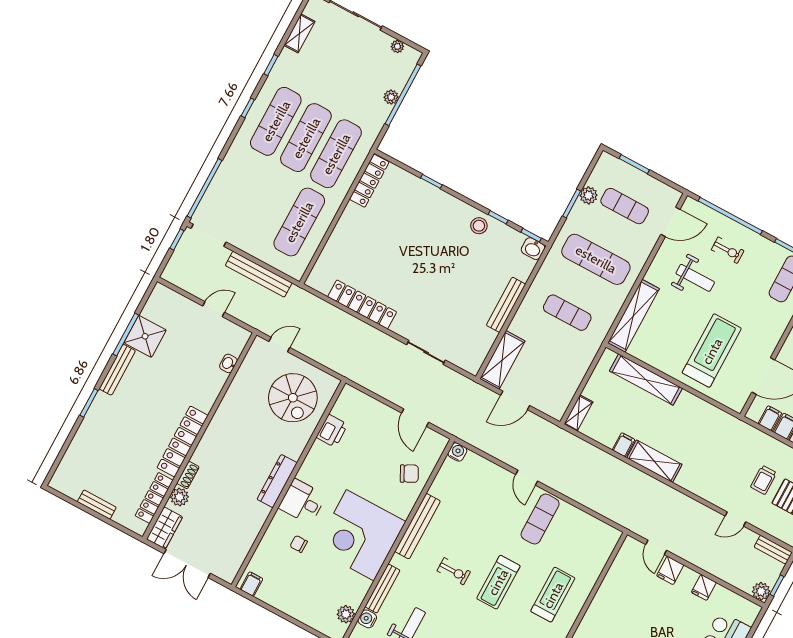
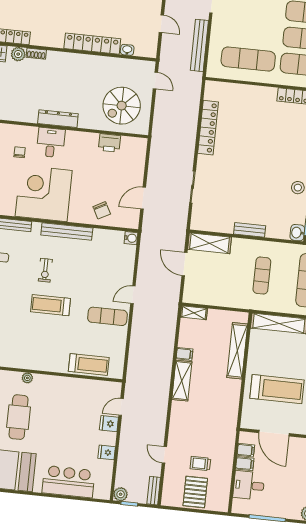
bench: (506, 305) -> (250, 230), width x0.73
locker: (183, 442) -> (92, 44), moved
treadmill: (553, 595) -> (89, 364), moved

